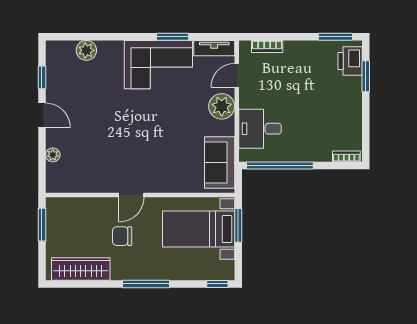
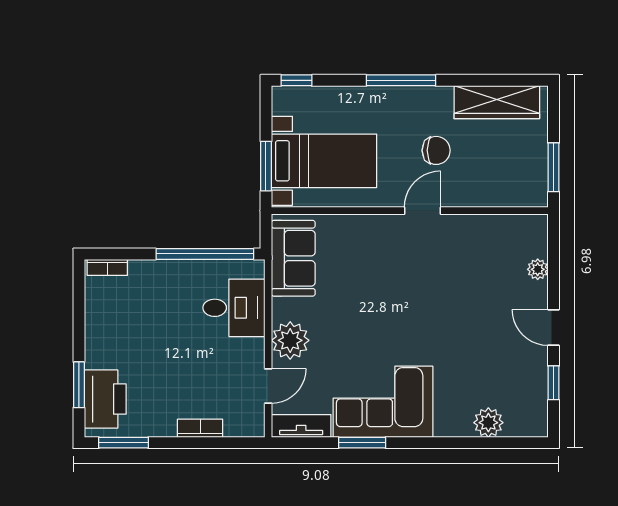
bookcase: (267, 47) -> (200, 428), moved
printer: (350, 61) -> (105, 399), width x1.37, depth x1.19

